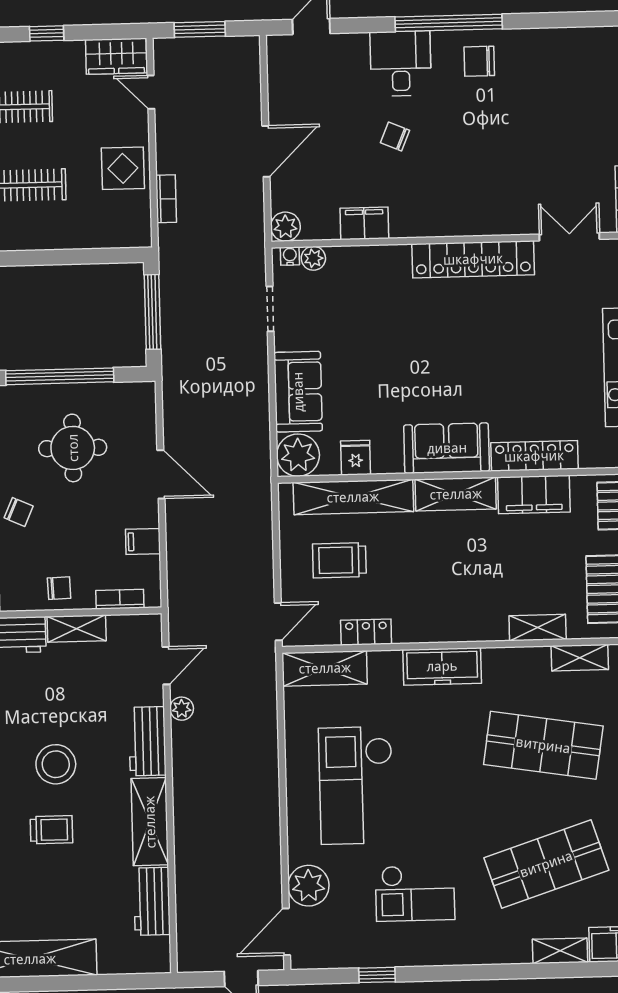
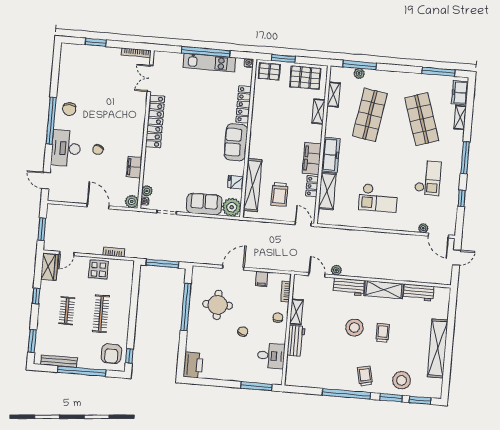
desk: (401, 63) -> (66, 148), width x1.37
shelving: (456, 494) -> (256, 141), removed
filing cabinet: (534, 494) -> (312, 158), moved, turned 180
shelving: (325, 668) -> (327, 191), moved
checkout: (356, 785) -> (378, 198), width x0.73, depth x0.83
plant: (308, 886) -> (423, 228), width x0.53, depth x0.53
window: (470, 973) -> (465, 158), added

